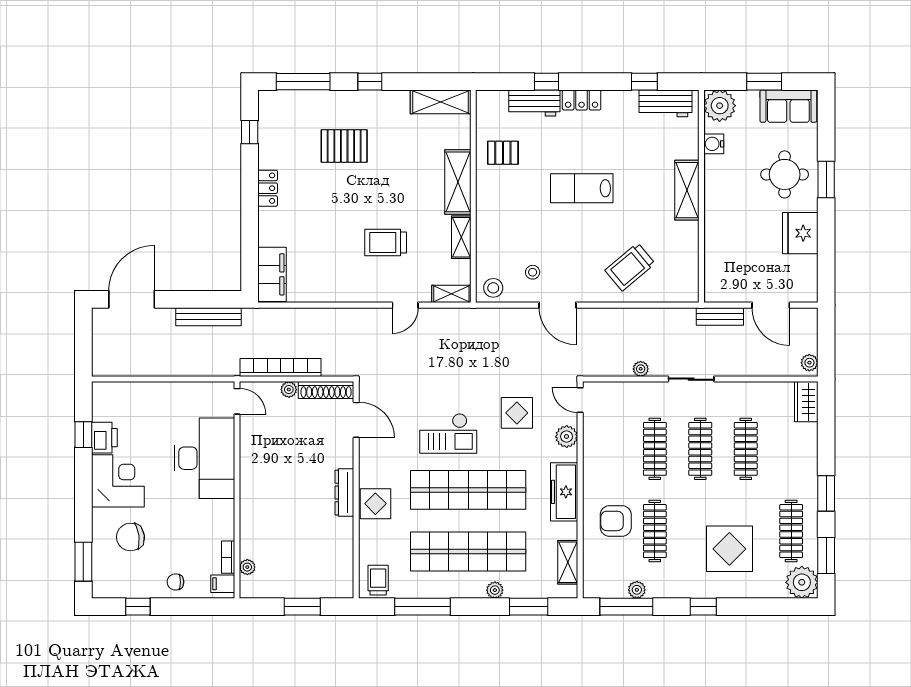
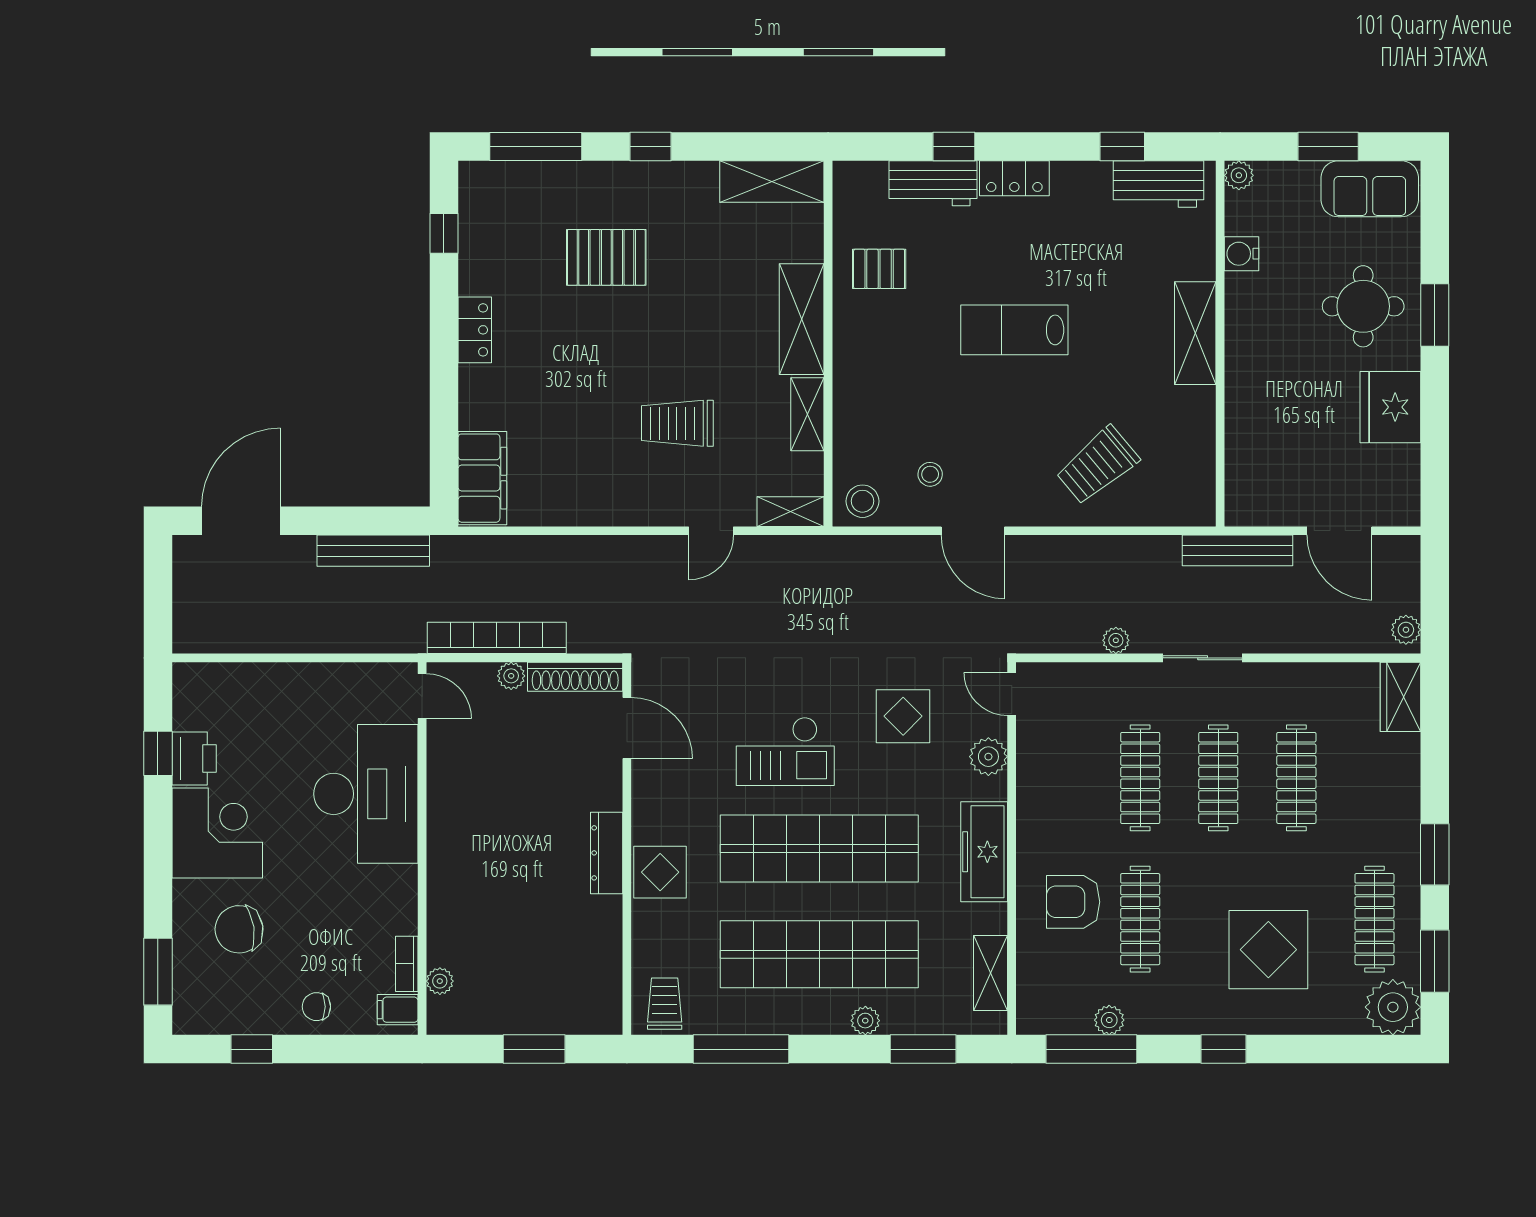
plant: (720, 106) -> (1239, 175), width x0.53, depth x0.53
bench: (720, 317) -> (1237, 550), width x1.36

